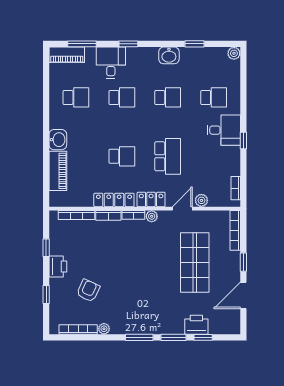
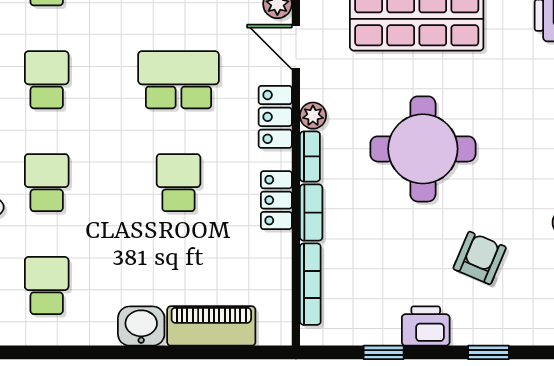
locker: (114, 200) -> (276, 200), width x0.66
round table: (137, 265) -> (423, 149), added
armchair: (88, 291) -> (480, 258), turned 88

